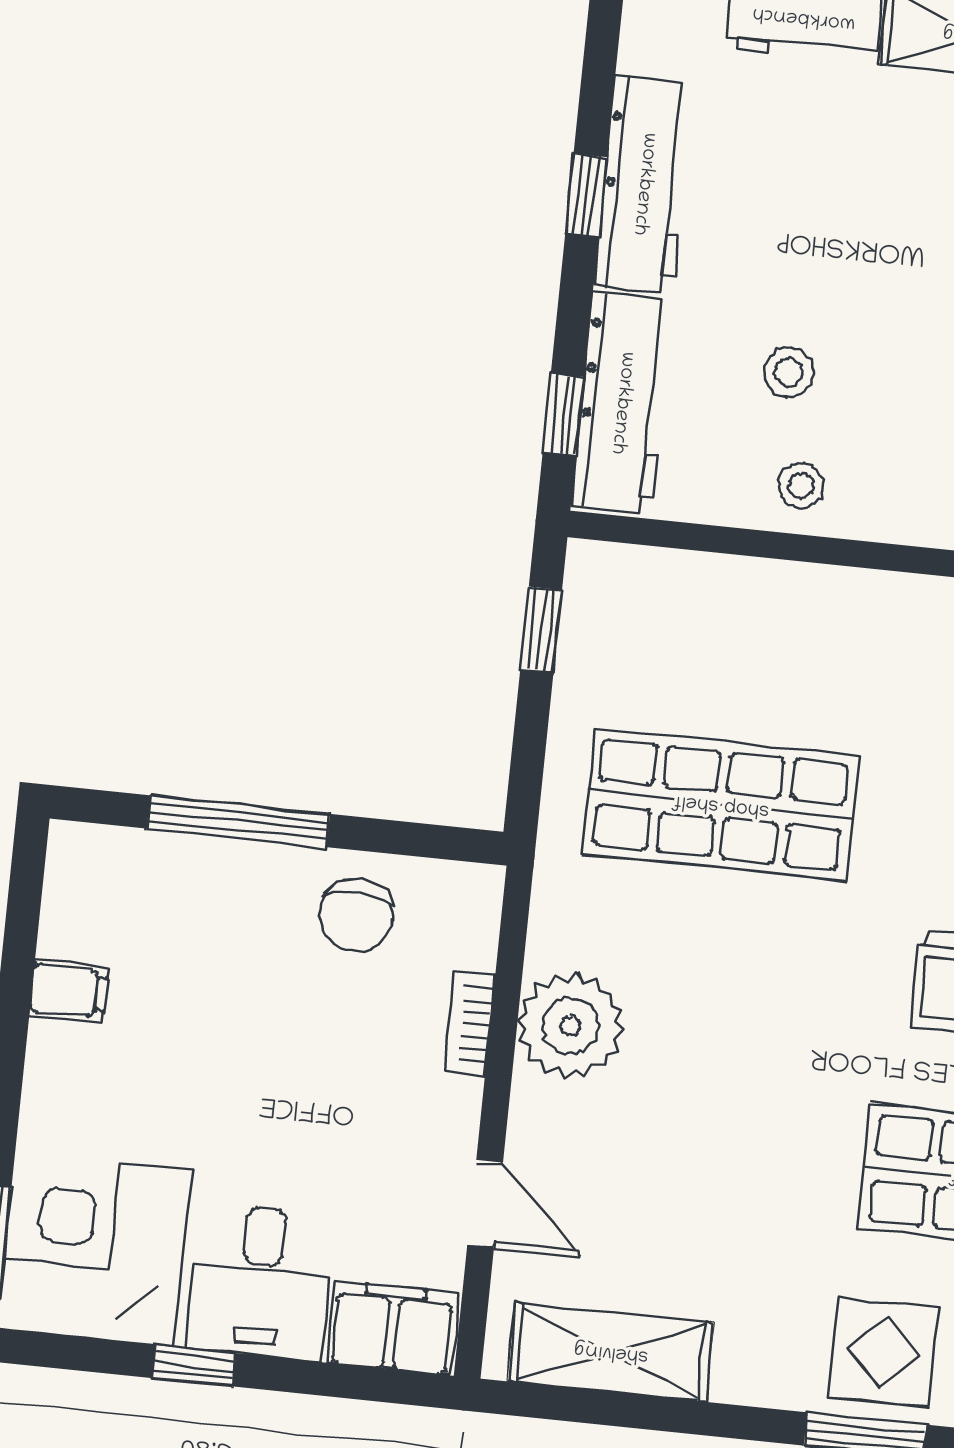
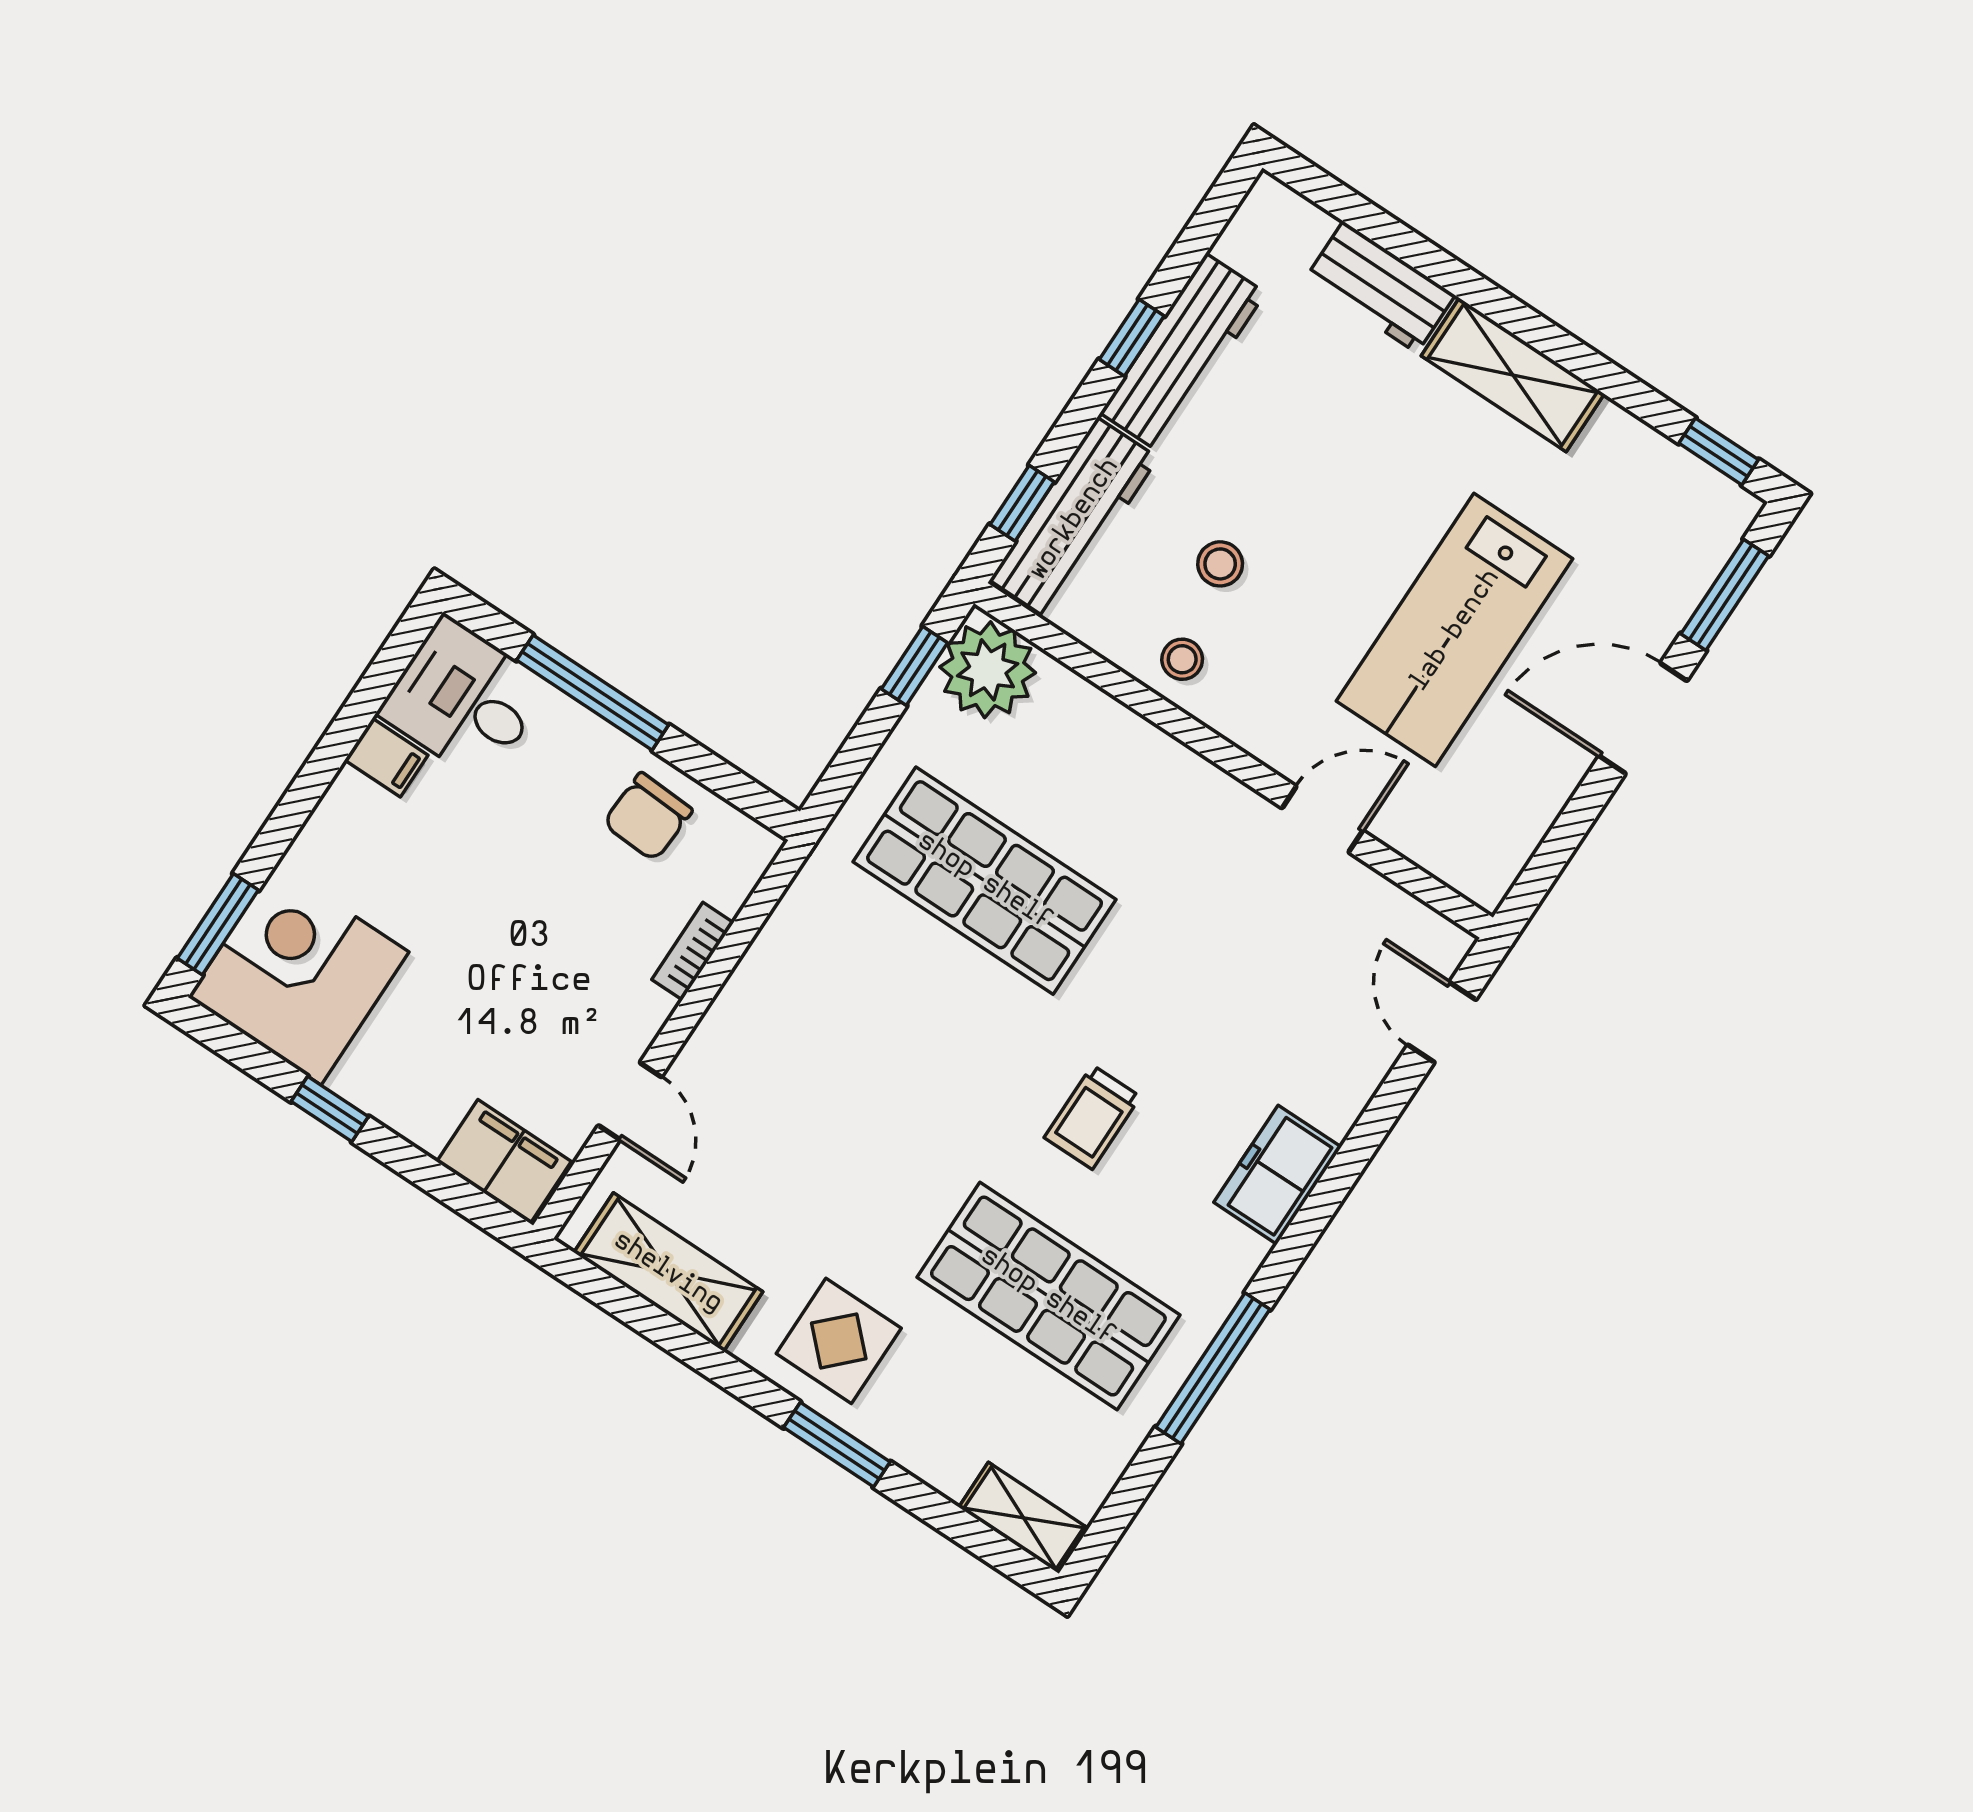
plant: (571, 1025) -> (988, 670), moved
desk: (260, 1282) -> (464, 699), moved, turned 90
display table: (883, 1352) -> (839, 1341), moved

